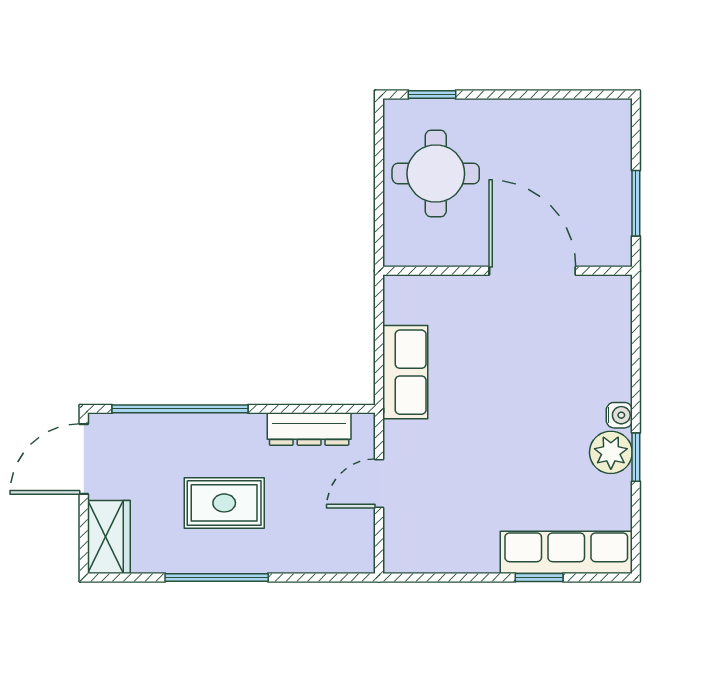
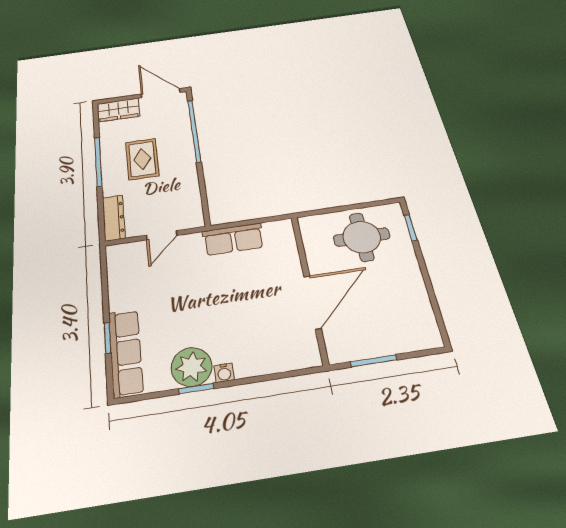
dresser: (309, 429) -> (114, 218), moved, turned 180
plant: (611, 452) -> (192, 367), width x1.36, depth x1.36
door: (379, 483) -> (162, 235), swing flipped

